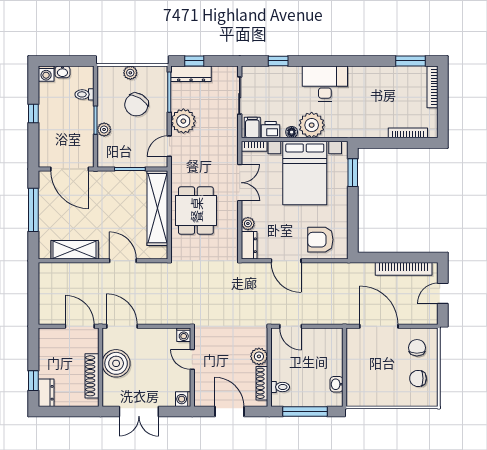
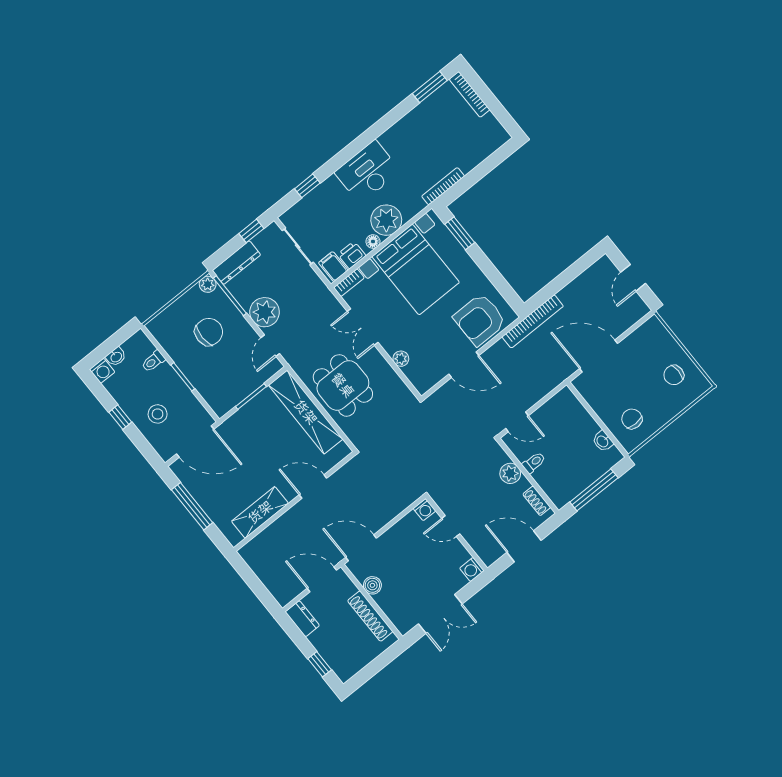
window: (194, 61) -> (251, 231), moved
plant: (130, 73) -> (208, 284), moved
chair: (136, 105) -> (209, 332), turned -122
plant: (104, 129) -> (198, 379), removed
stool: (59, 131) -> (158, 414), added
bookcase: (408, 133) -> (443, 186), moved
double door: (240, 183) -> (363, 327), swing flipped
armchair: (320, 240) -> (480, 320), width x1.36, depth x1.36
dresser: (249, 245) -> (418, 378), removed
bookcase: (404, 269) -> (533, 321), moved
chair: (417, 348) -> (632, 419), moved
boiler: (116, 363) -> (372, 585), width x0.54, depth x0.54
shoe rack: (262, 383) -> (537, 501), width x0.70
toilet: (280, 387) -> (534, 463), moved
dresser: (46, 393) -> (302, 619), moved

